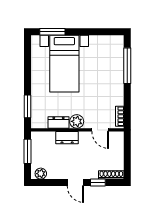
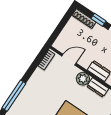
door: (100, 130) -> (69, 60), hinge flipped

